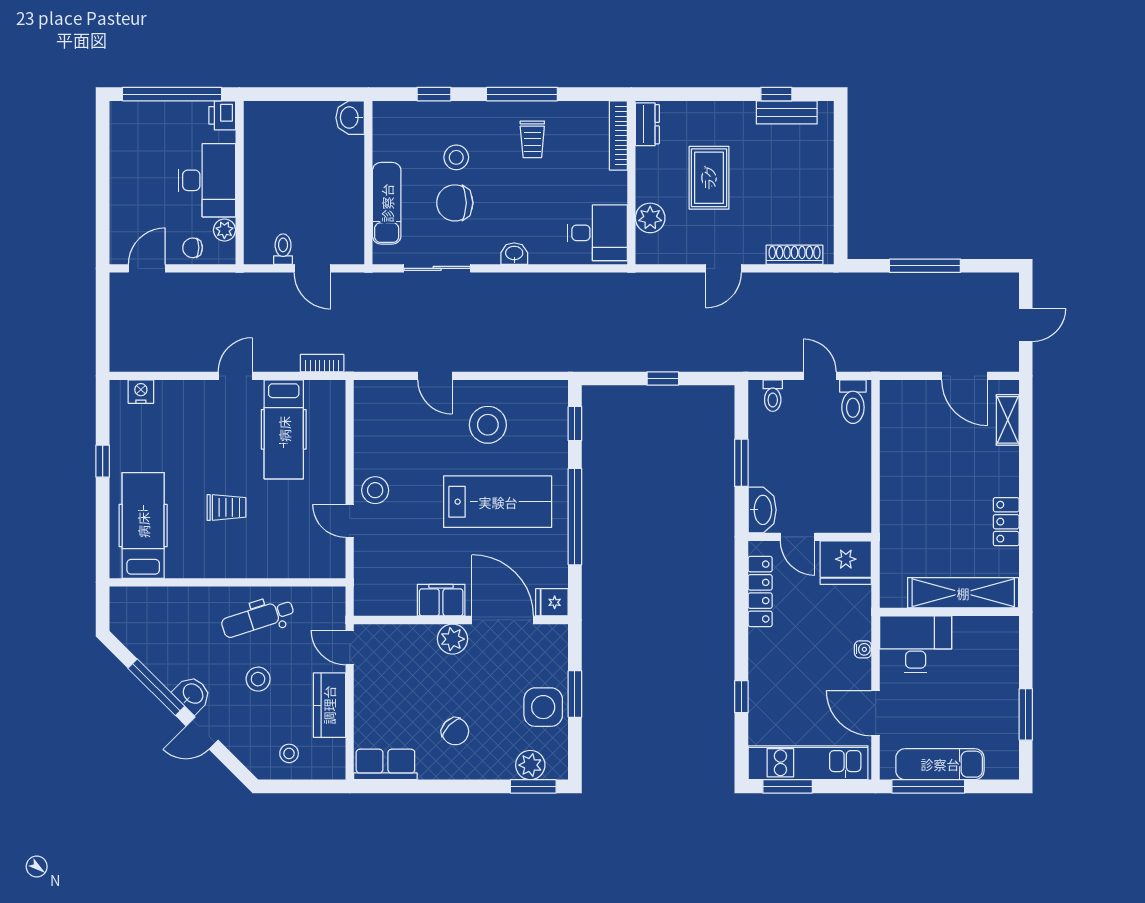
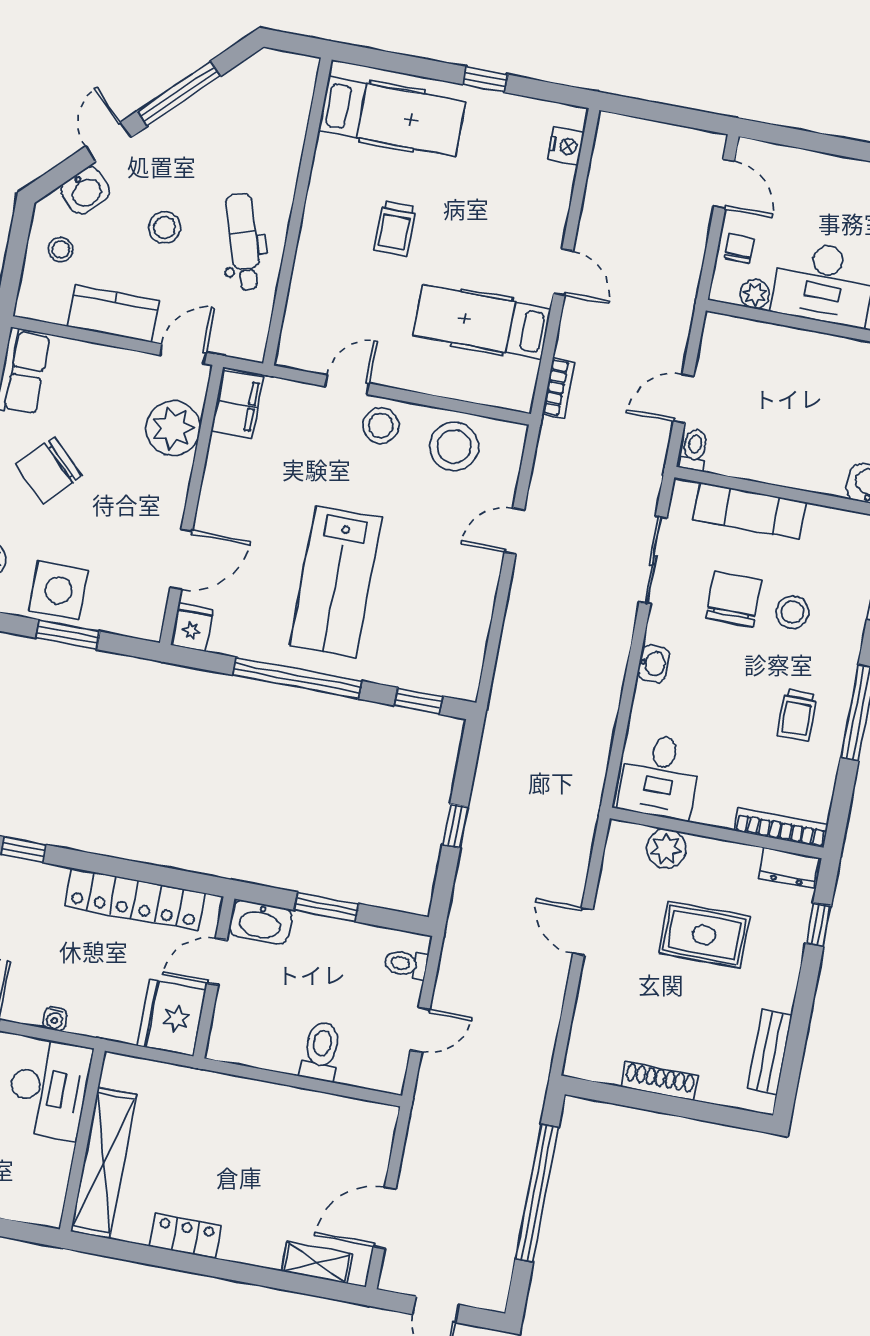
window: (776, 94) -> (818, 925), moved
trolley: (532, 139) -> (797, 715), turned -90
toilet: (283, 249) -> (694, 450), moved, turned -90
shoe rack: (795, 255) -> (660, 1081), moved, turned -90
window: (925, 266) -> (537, 1193), width x1.46
toilet: (853, 402) -> (321, 1051), moved, turned 90
stool: (488, 425) -> (454, 447), moved
locker: (760, 592) -> (135, 899), width x1.41, depth x1.21
filing cabinet: (441, 600) -> (237, 404), moved
door: (503, 620) -> (181, 559), width x0.73
plant: (453, 639) -> (173, 428), moved, width x1.36, depth x1.36
washbasin: (192, 694) -> (85, 190), moved
chair: (455, 731) -> (49, 470), width x1.37, depth x1.37

